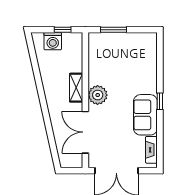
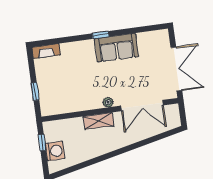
window: (113, 30) -> (35, 92), width x0.67
plant: (98, 95) -> (108, 102), width x0.53, depth x0.53
fireplace: (151, 150) -> (46, 51), moved

